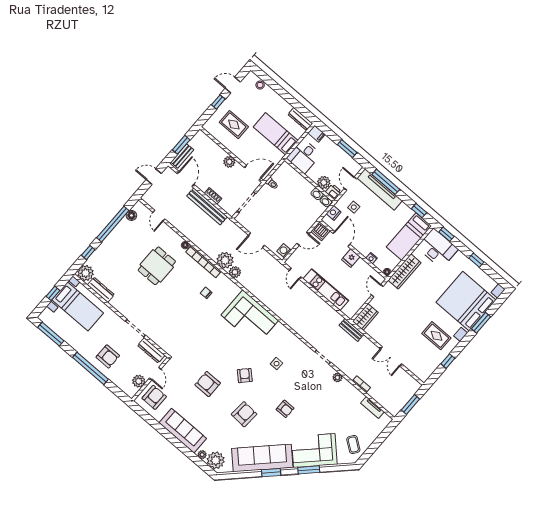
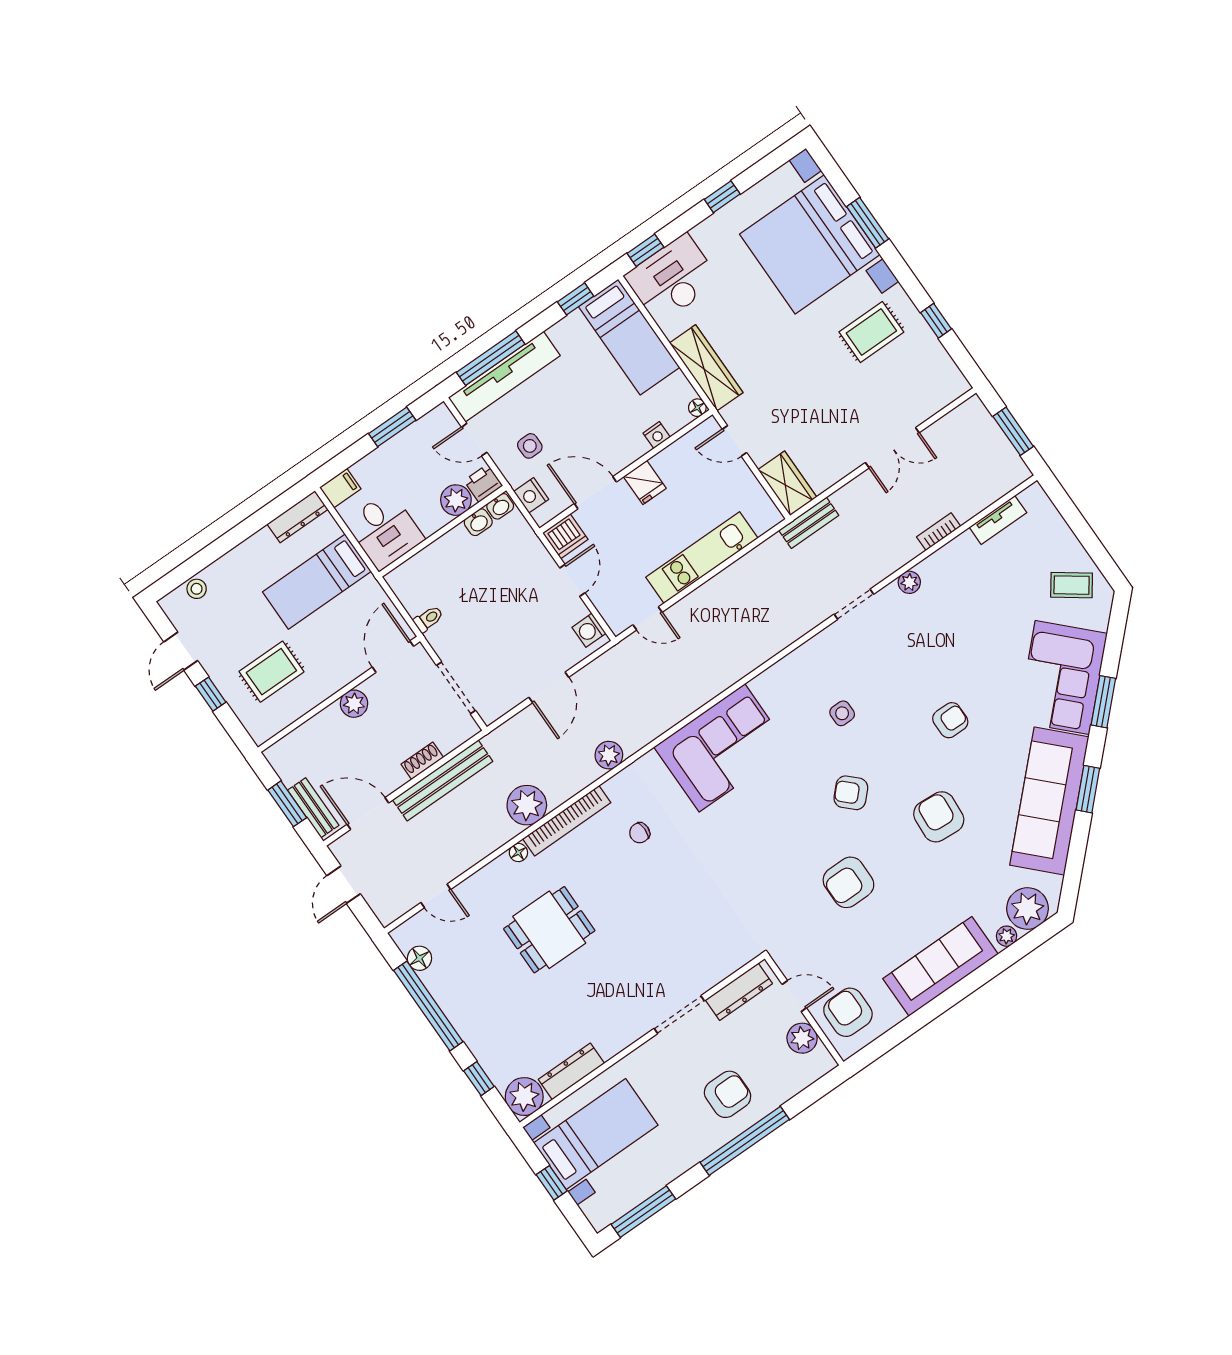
plant: (225, 260) -> (527, 805), moved
dining table: (157, 266) -> (549, 930), turned 90

